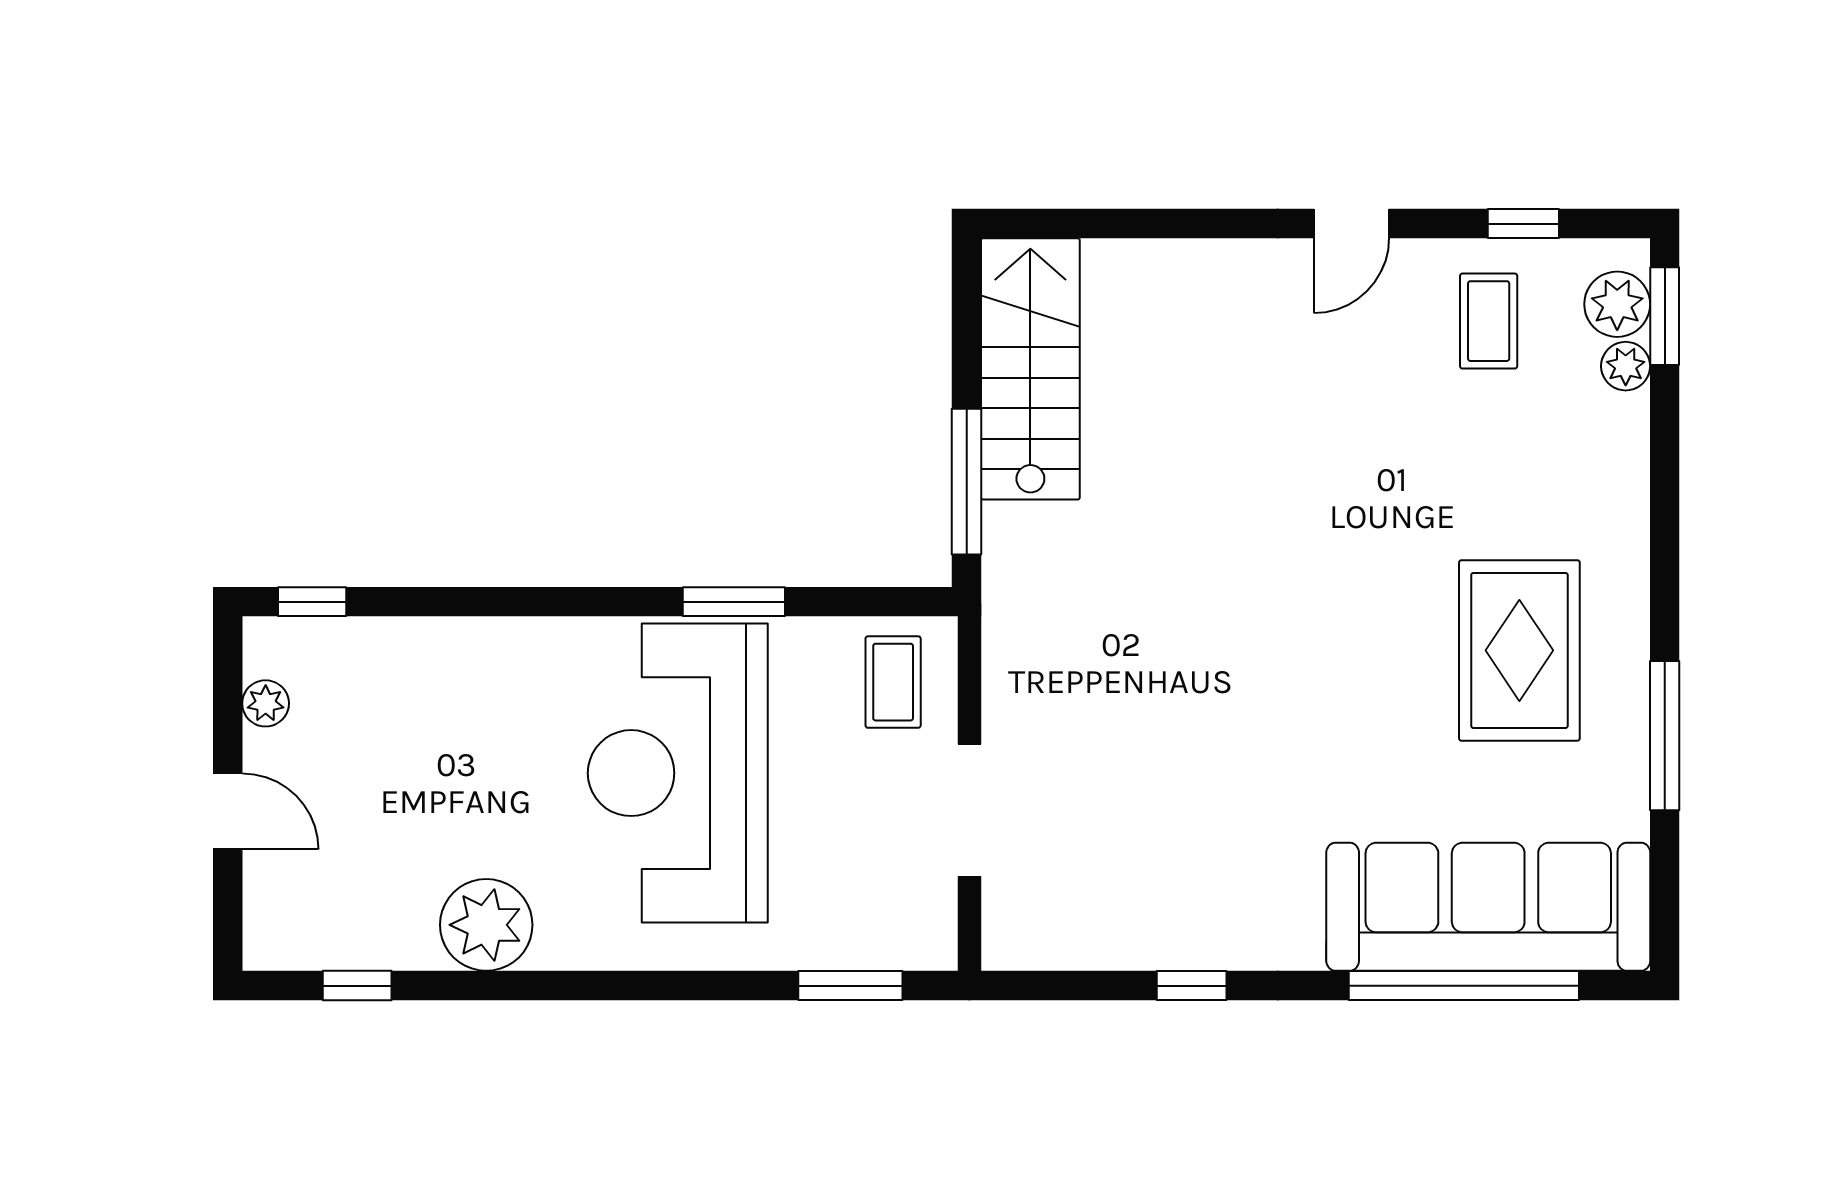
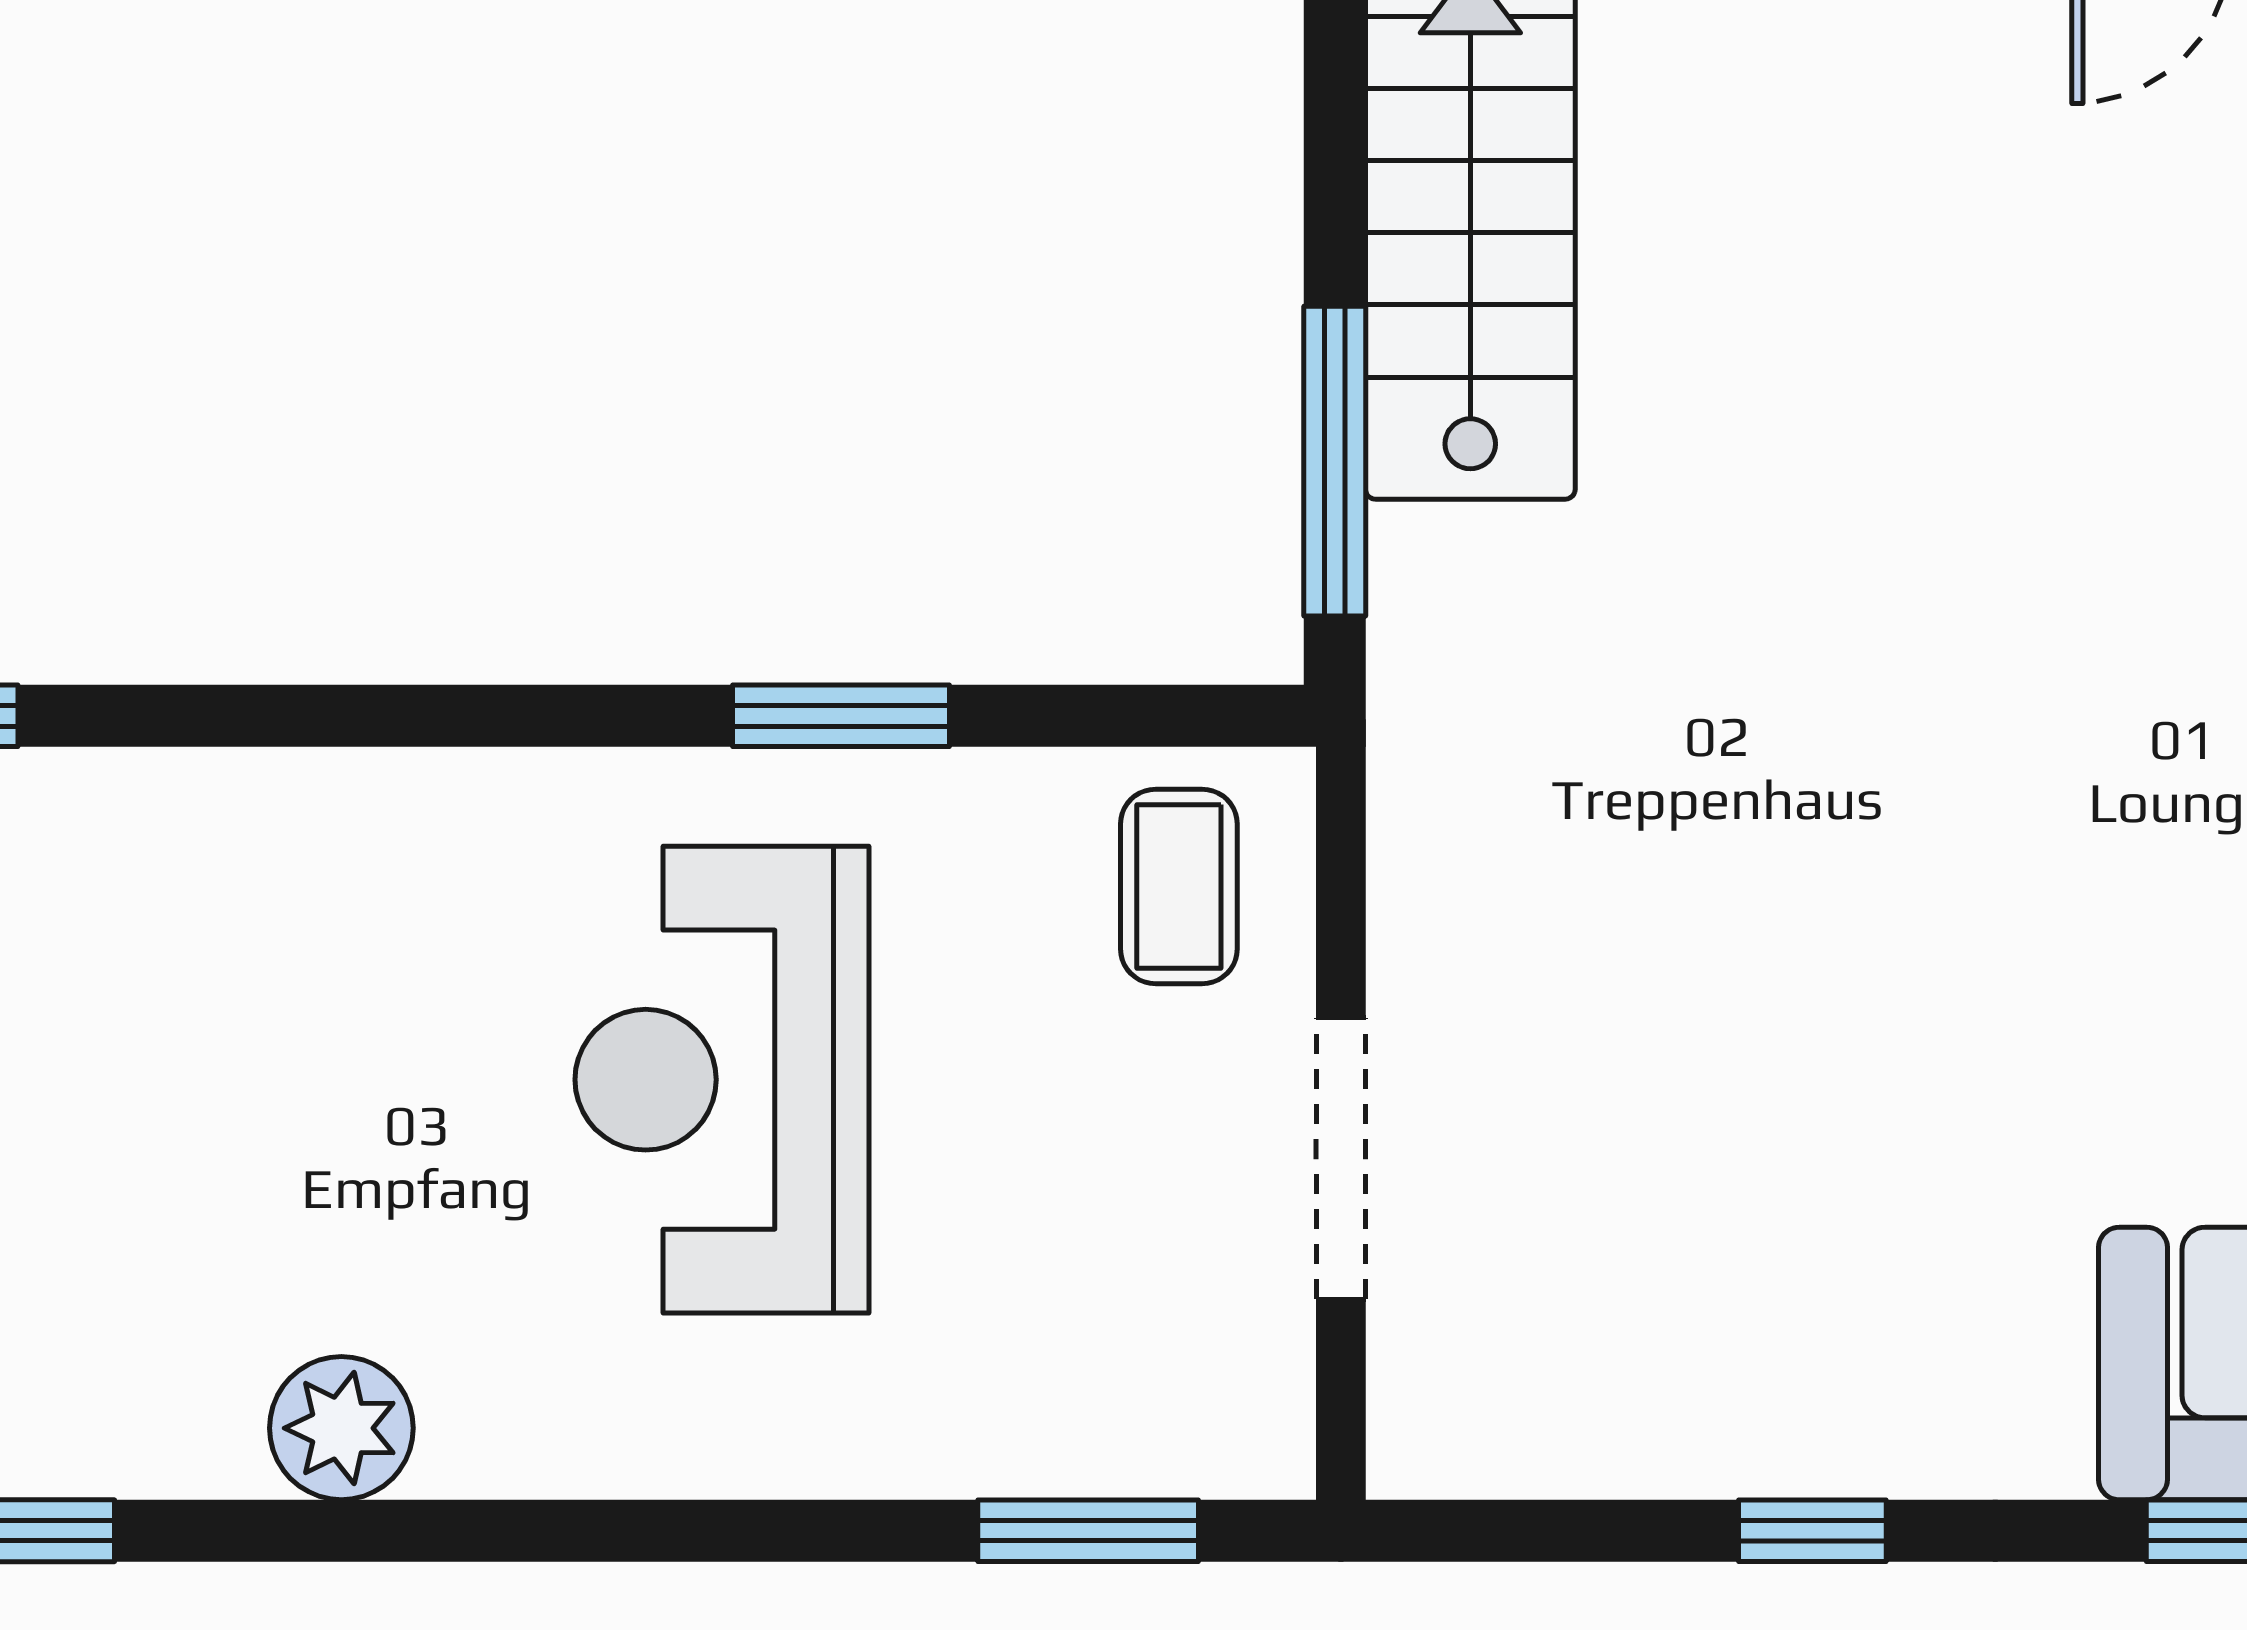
reception desk: (678, 773) -> (722, 1080), width x0.74, depth x0.77
plant: (486, 925) -> (341, 1428), width x0.73, depth x0.73

